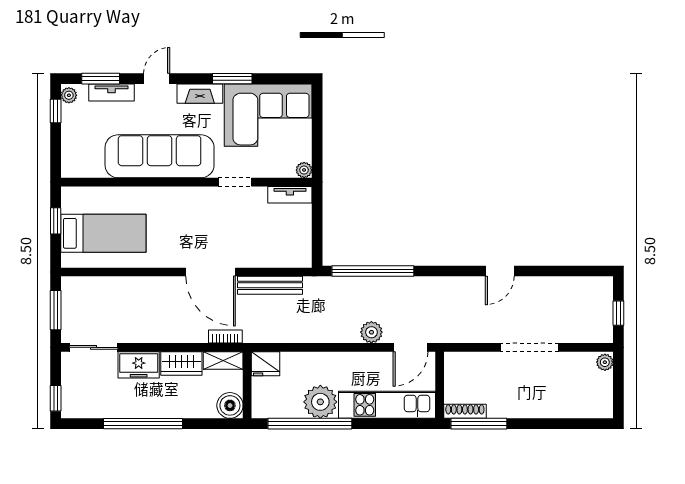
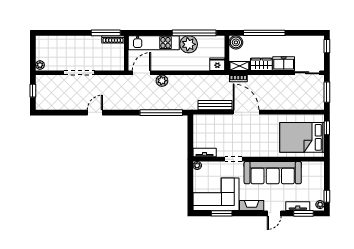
window: (232, 79) -> (222, 213), moved
window: (56, 221) -> (327, 128), moved
bed: (103, 233) -> (302, 137), width x1.50
window: (143, 424) -> (264, 33), moved

